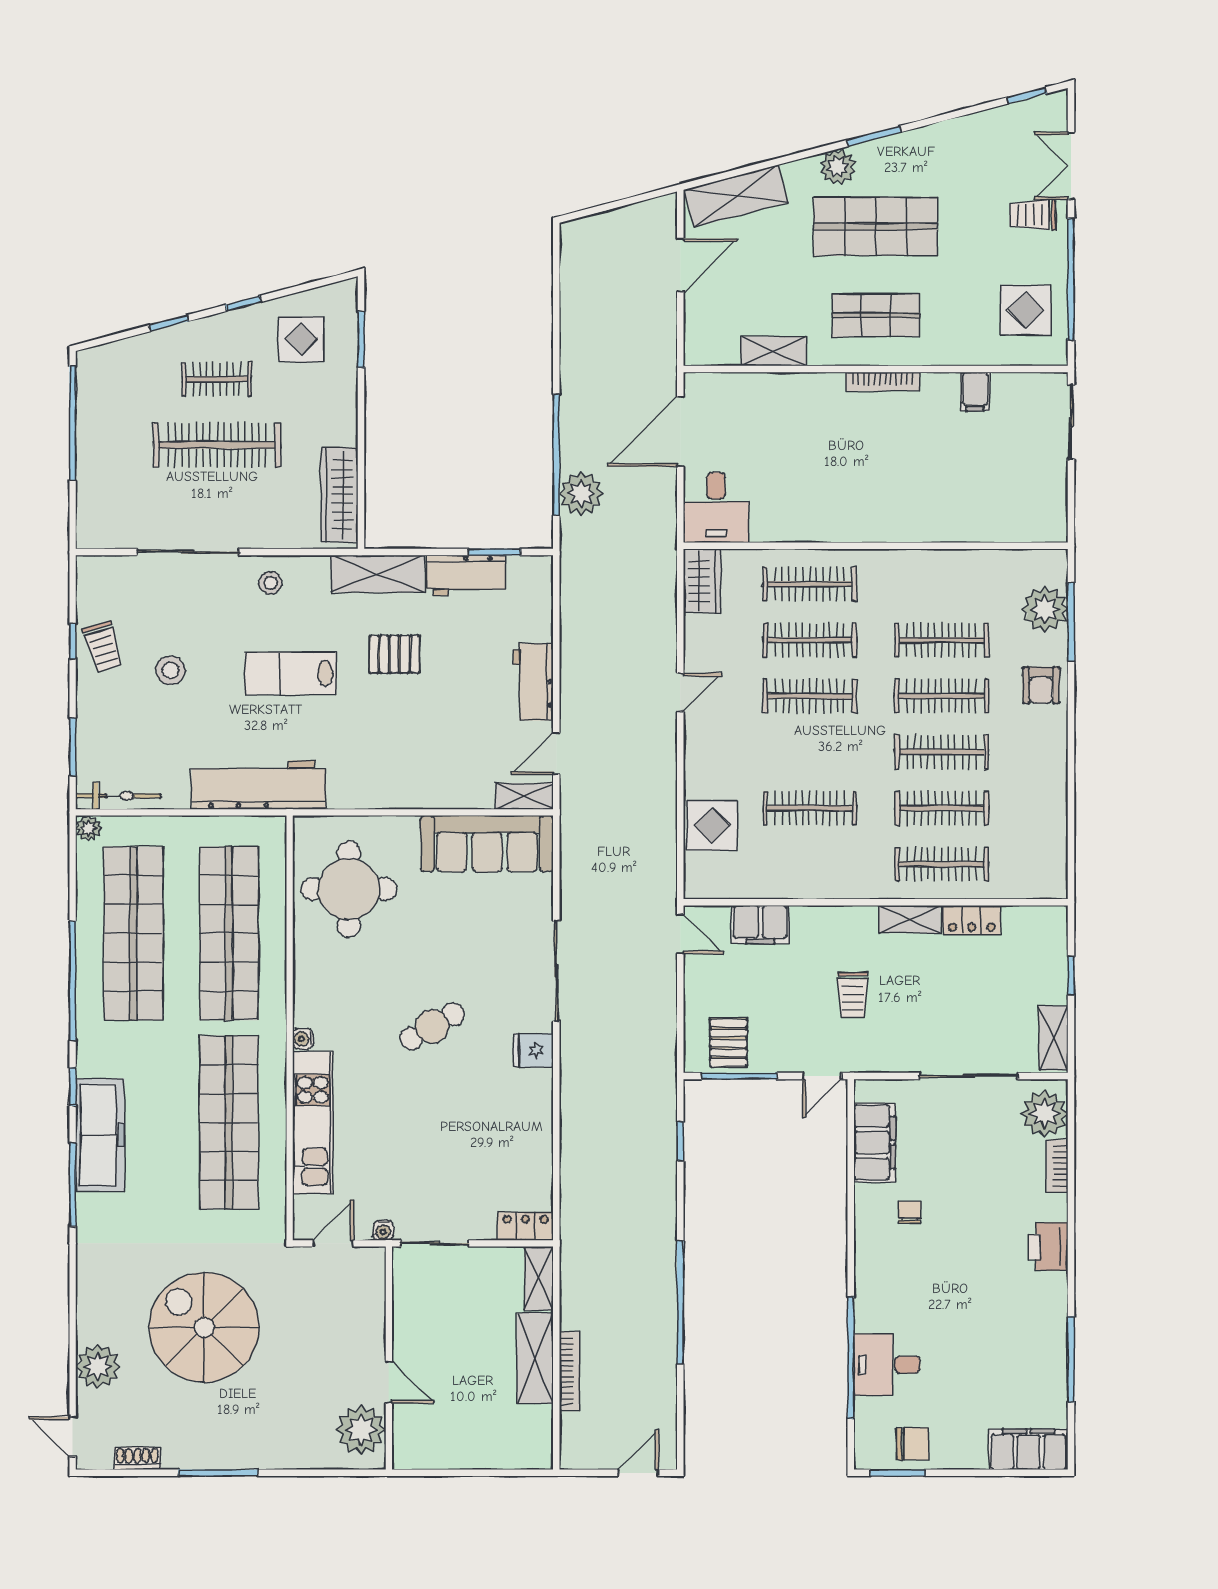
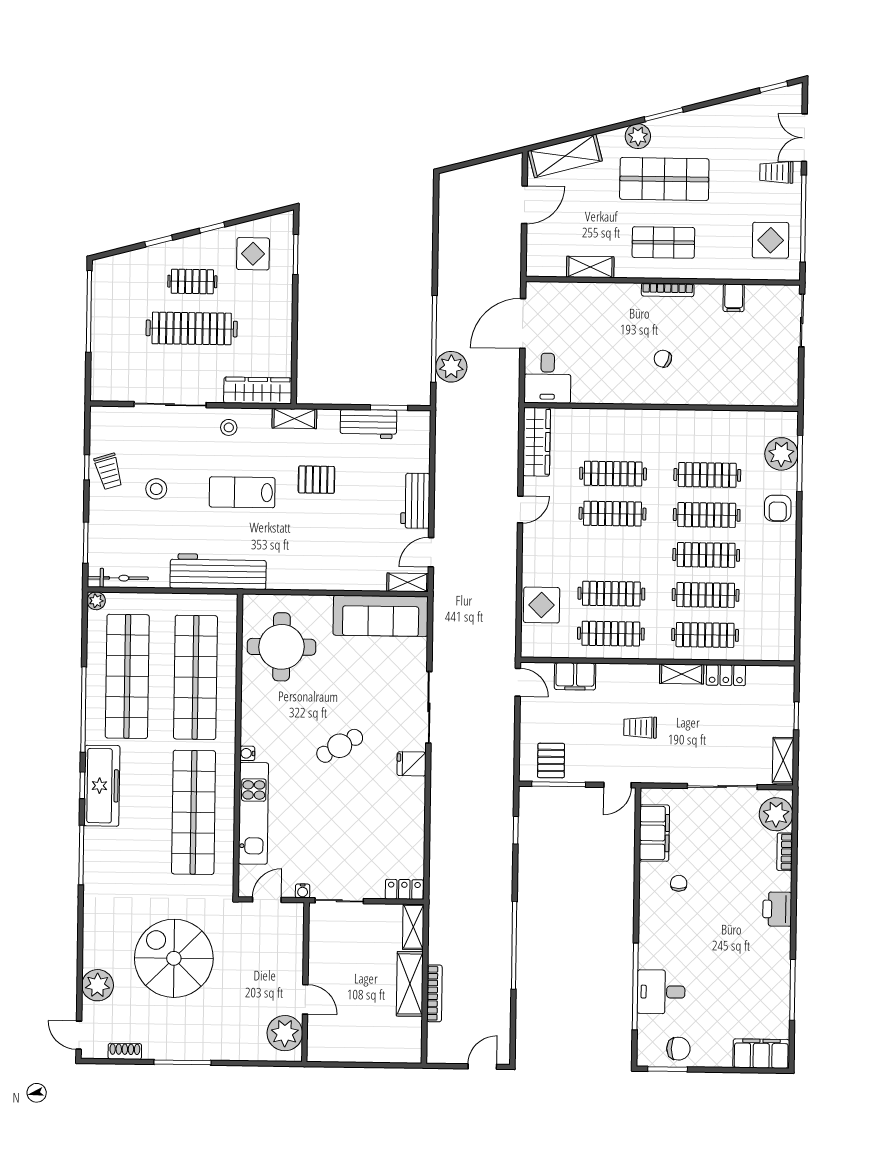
chair: (877, 478) -> (663, 359), added
wardrobe: (340, 495) -> (258, 390), moved, turned 90
shelving: (378, 574) -> (294, 418), width x0.67, depth x0.75
wardrobe: (702, 581) -> (537, 442), width x1.50
clothes rail: (810, 584) -> (611, 634), moved
trolley: (853, 995) -> (640, 727), turned 90
freezer: (100, 1135) -> (102, 786), moved

